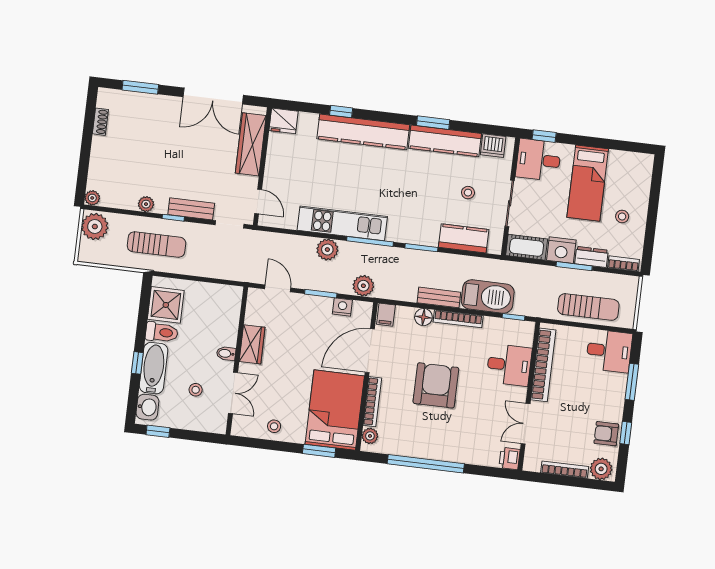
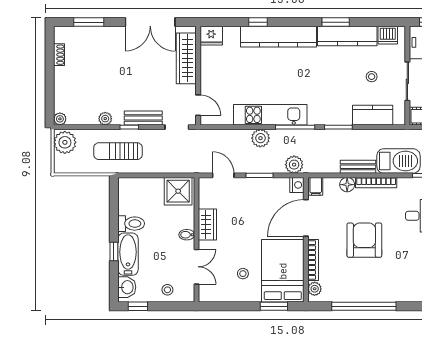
sun lounger: (157, 245) -> (118, 151), turned 180
shower: (166, 305) -> (178, 191), moved
nightstand: (342, 307) -> (297, 185), moved, turned 90
stool: (196, 390) -> (167, 290), moved
stool: (274, 426) -> (243, 274), moved

